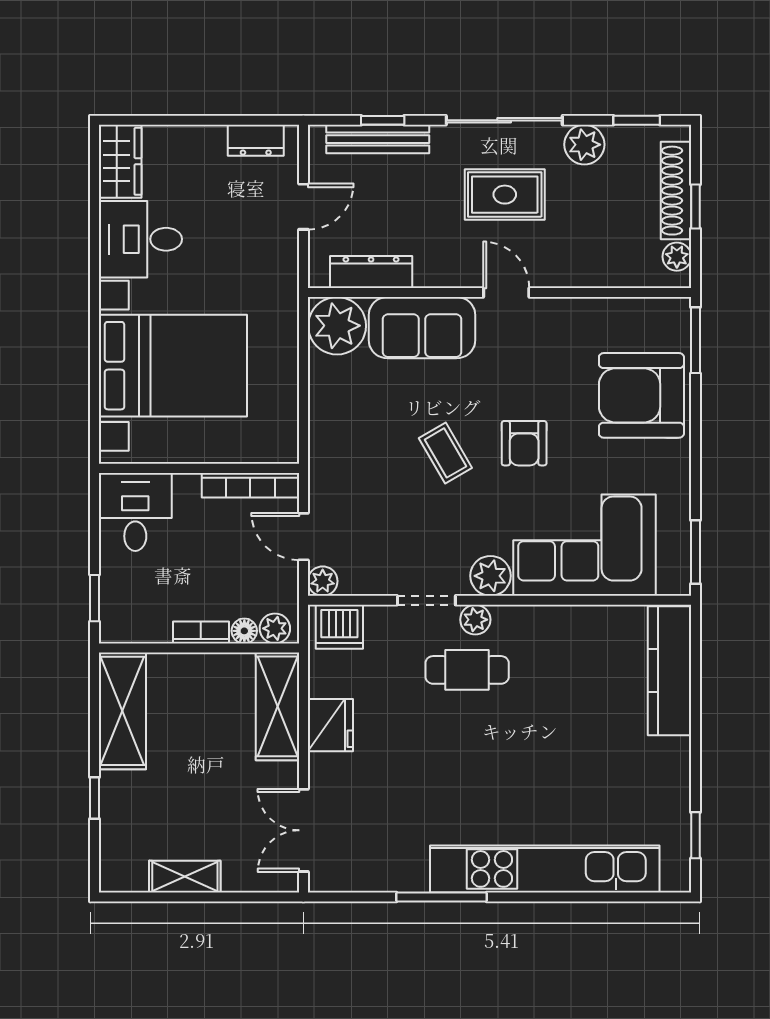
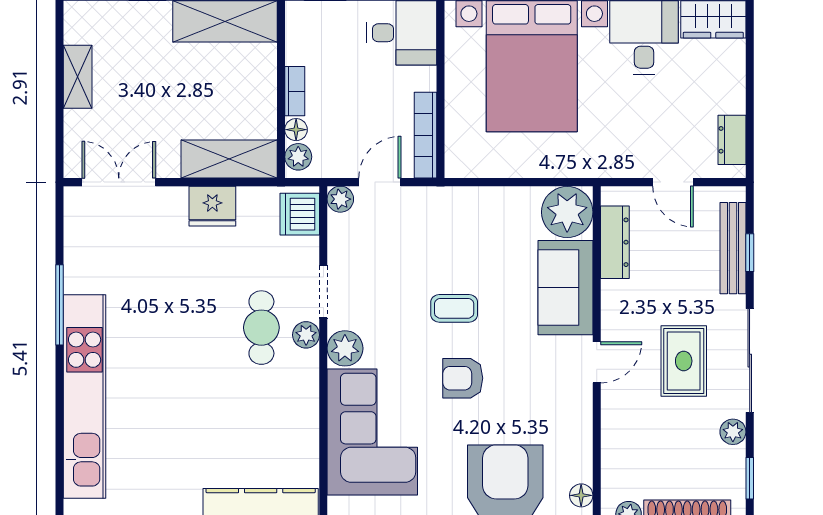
plant: (584, 145) -> (733, 432), width x0.73, depth x0.73
floor lamp: (656, 310) -> (581, 495), added
coffee table: (445, 453) -> (454, 308), turned 30

